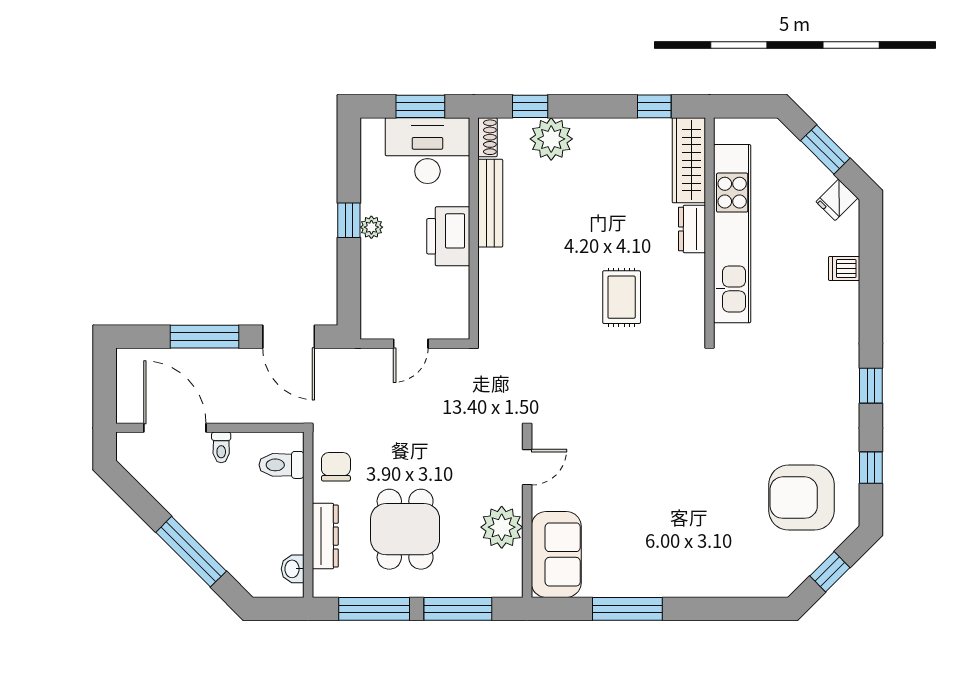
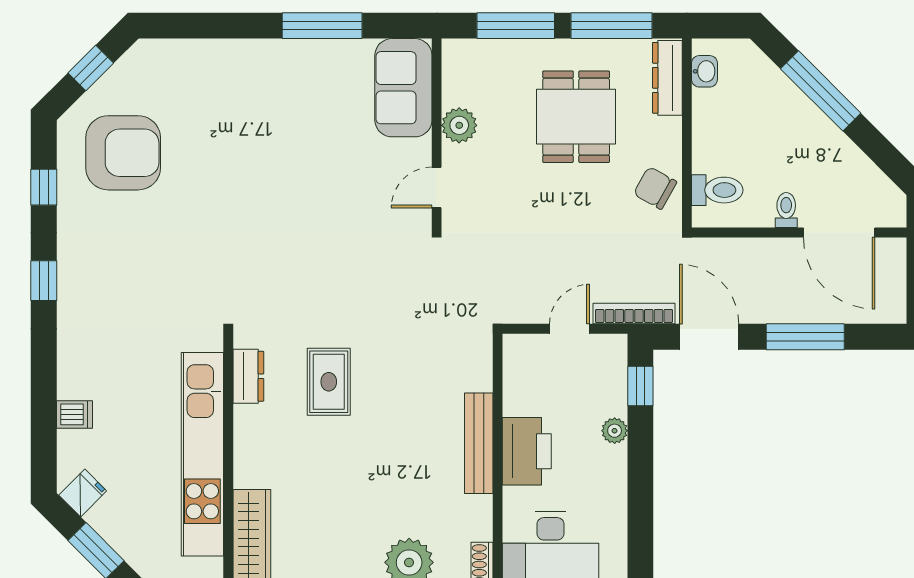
bench: (490, 203) -> (479, 443), moved
window: (349, 220) -> (640, 386), moved
plant: (371, 227) -> (615, 431), moved
dresser: (692, 229) -> (248, 376), moved
bookcase: (354, 357) -> (634, 313), added
chair: (336, 467) -> (655, 188), turned 119
plant: (502, 527) -> (459, 125), width x0.73, depth x0.73
dresser: (325, 536) -> (667, 78), moved

